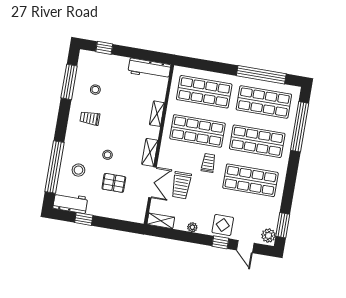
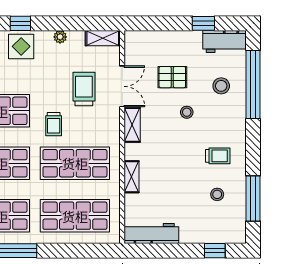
double door: (152, 182) -> (122, 86), swing flipped

